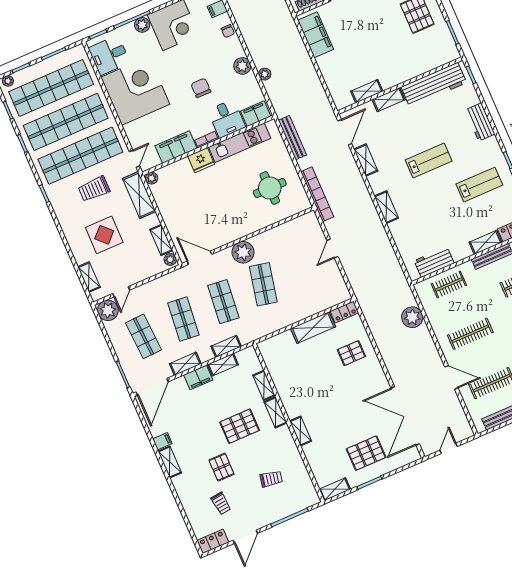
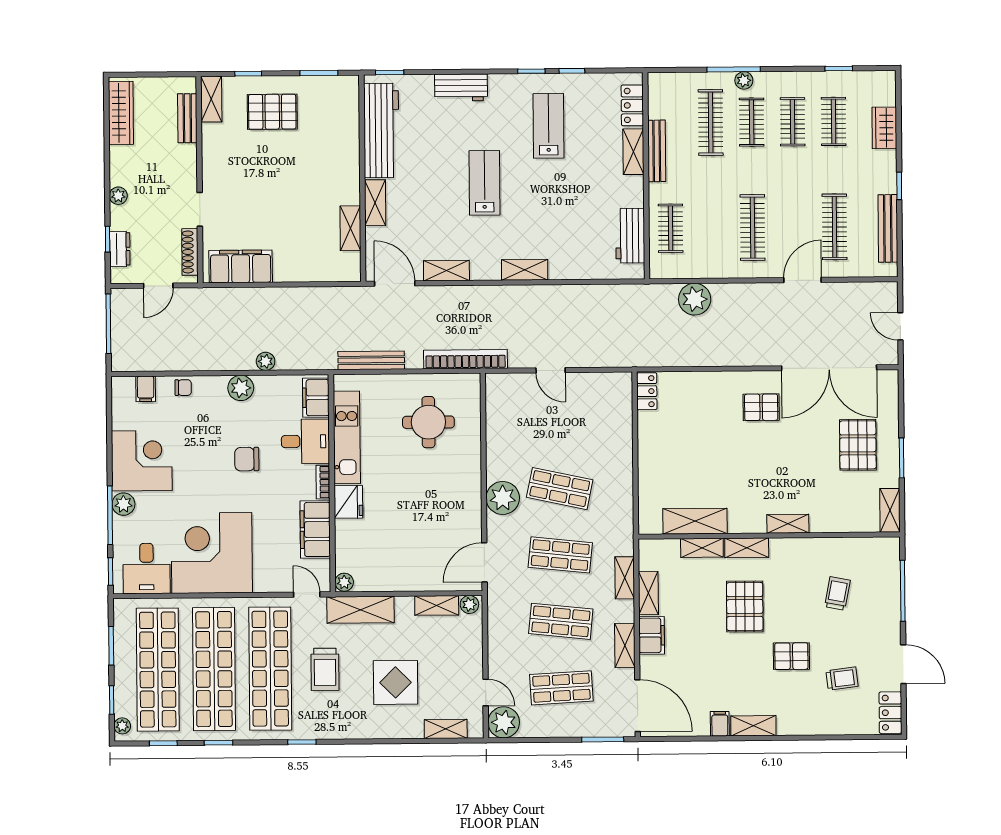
shelving: (313, 328) -> (695, 521), moved, turned 90
pallet: (351, 353) -> (761, 407), moved, turned 90

